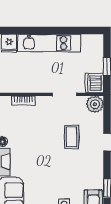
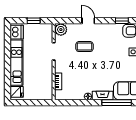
dishwasher: (94, 83) -> (17, 32), moved, turned -90

